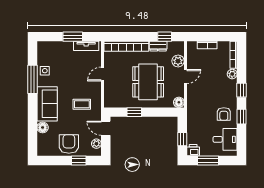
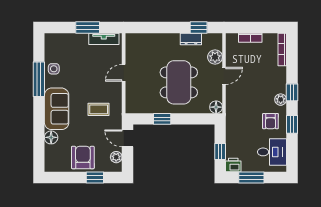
bookcase: (126, 46) -> (152, 39), removed
plant: (232, 74) -> (281, 100), moved

